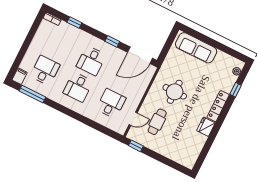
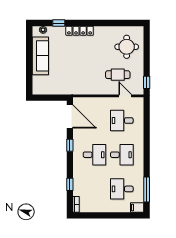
sofa: (196, 48) -> (40, 56), moved
round table: (175, 92) -> (127, 47), moved
fridge: (206, 127) -> (102, 32), removed

